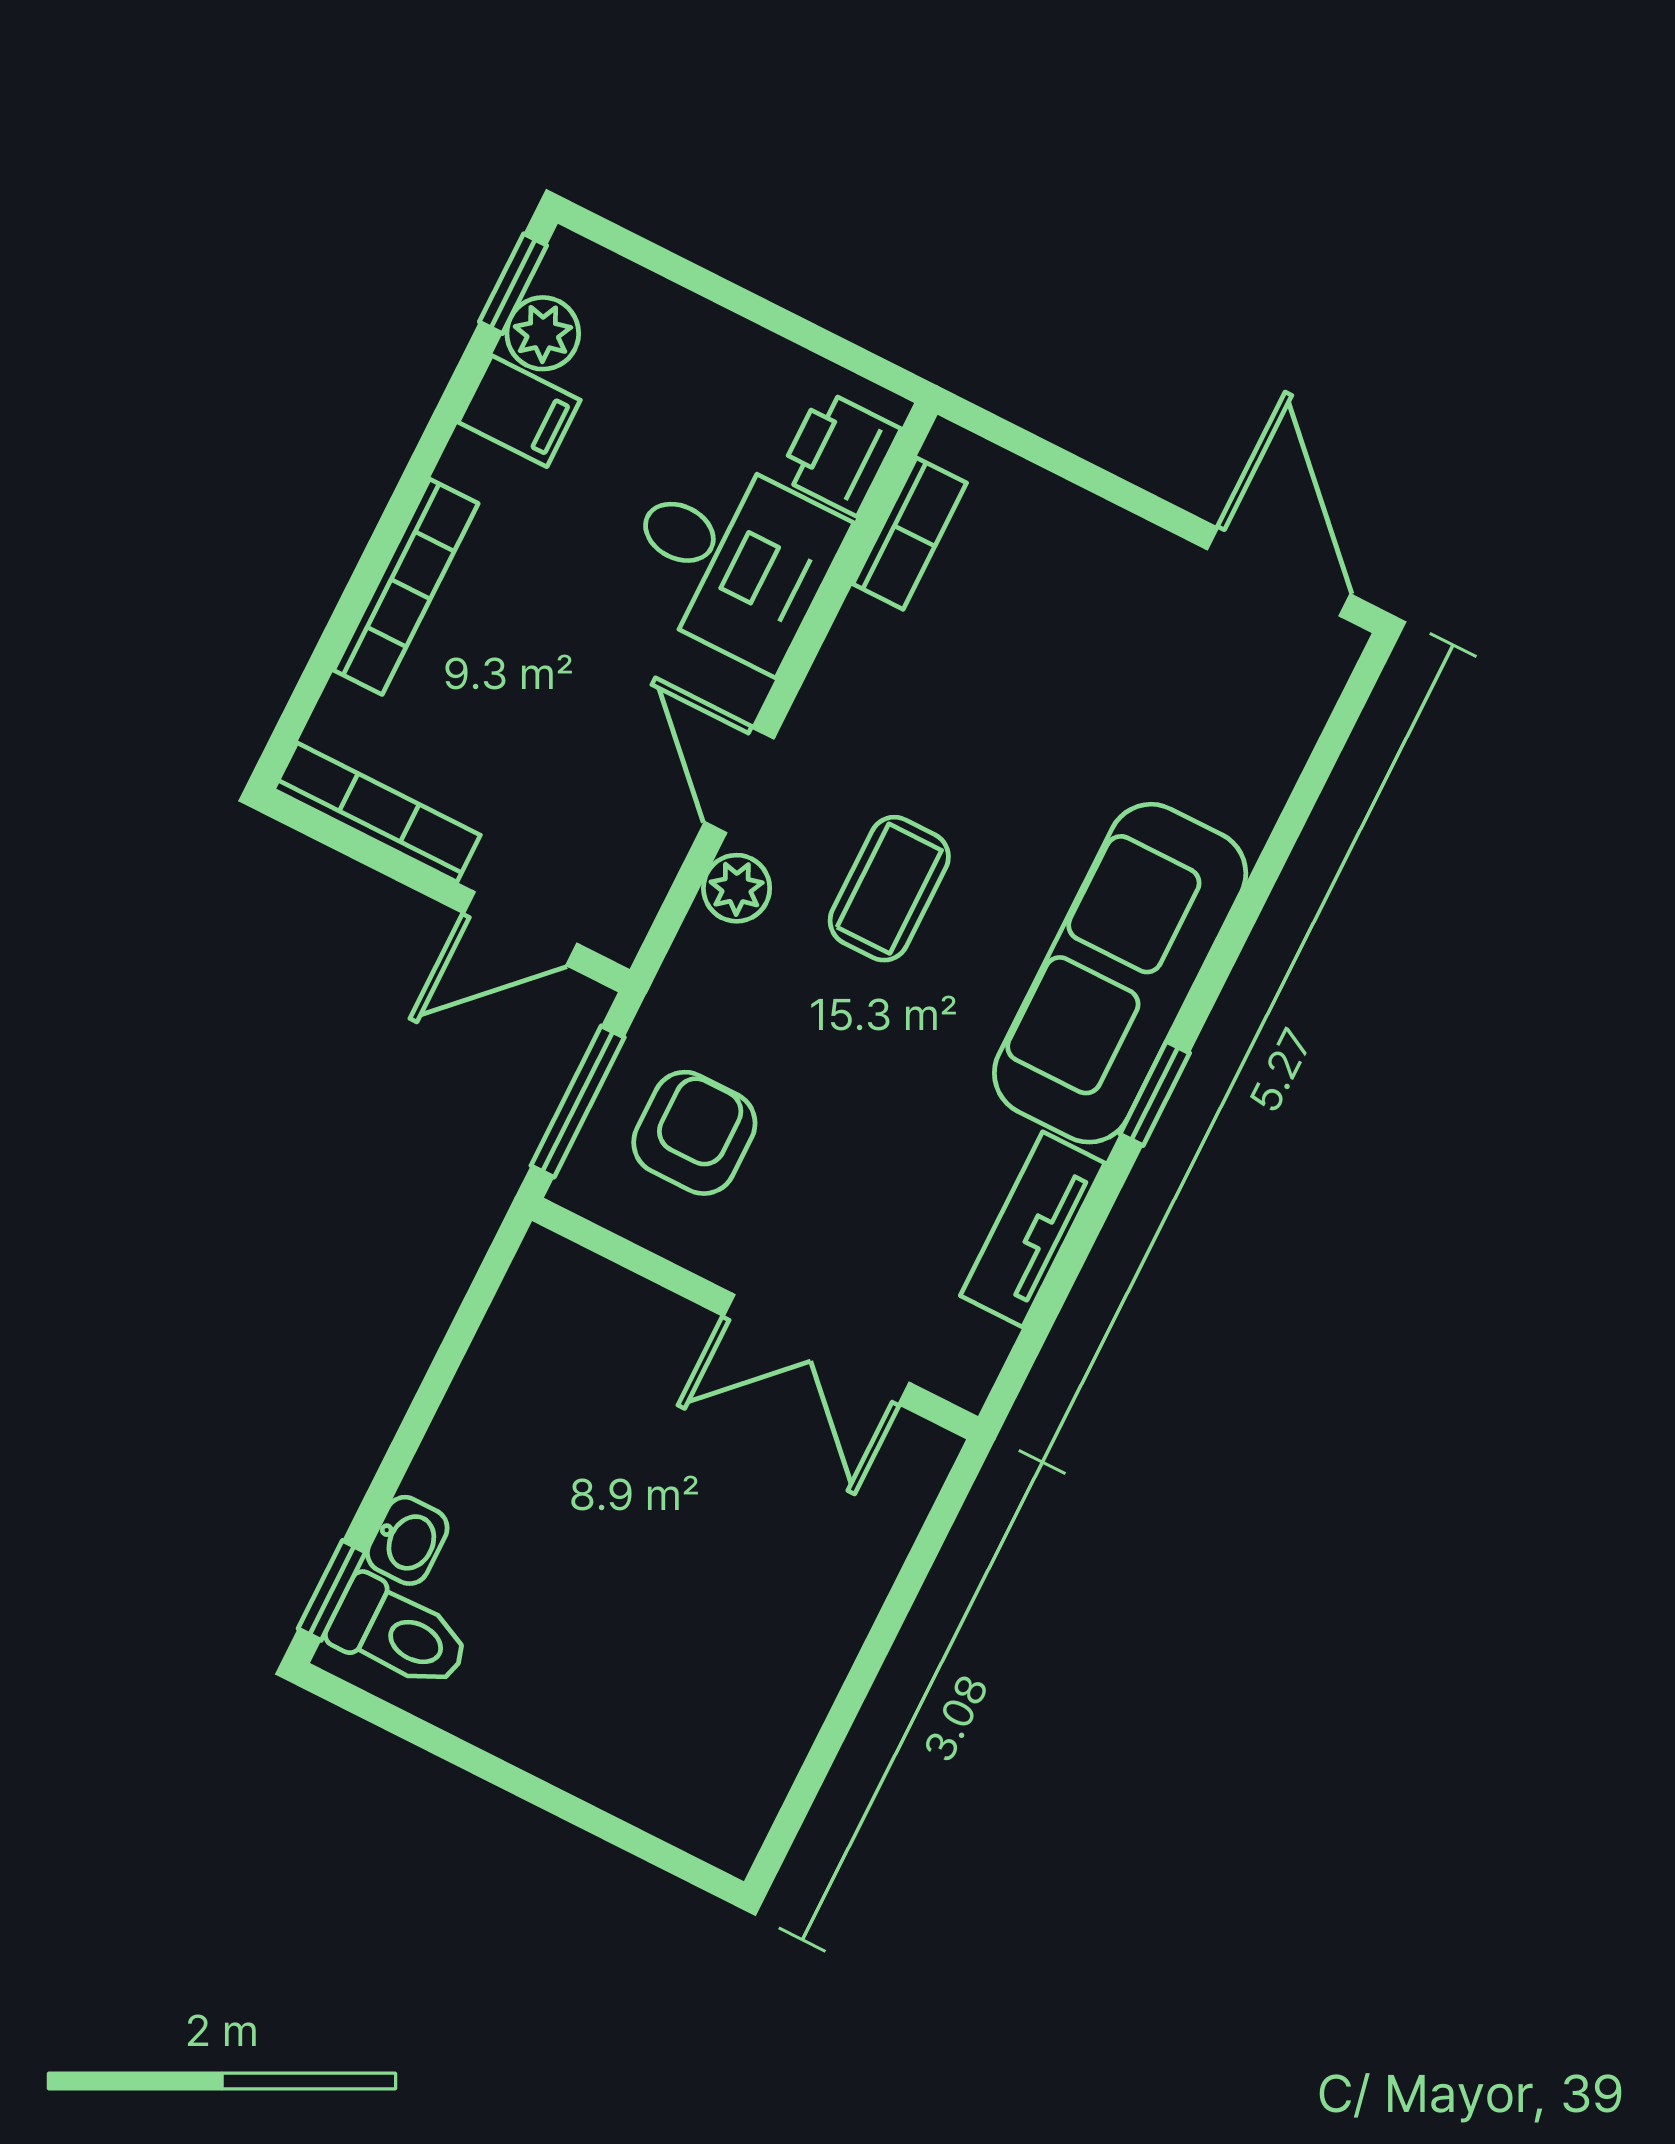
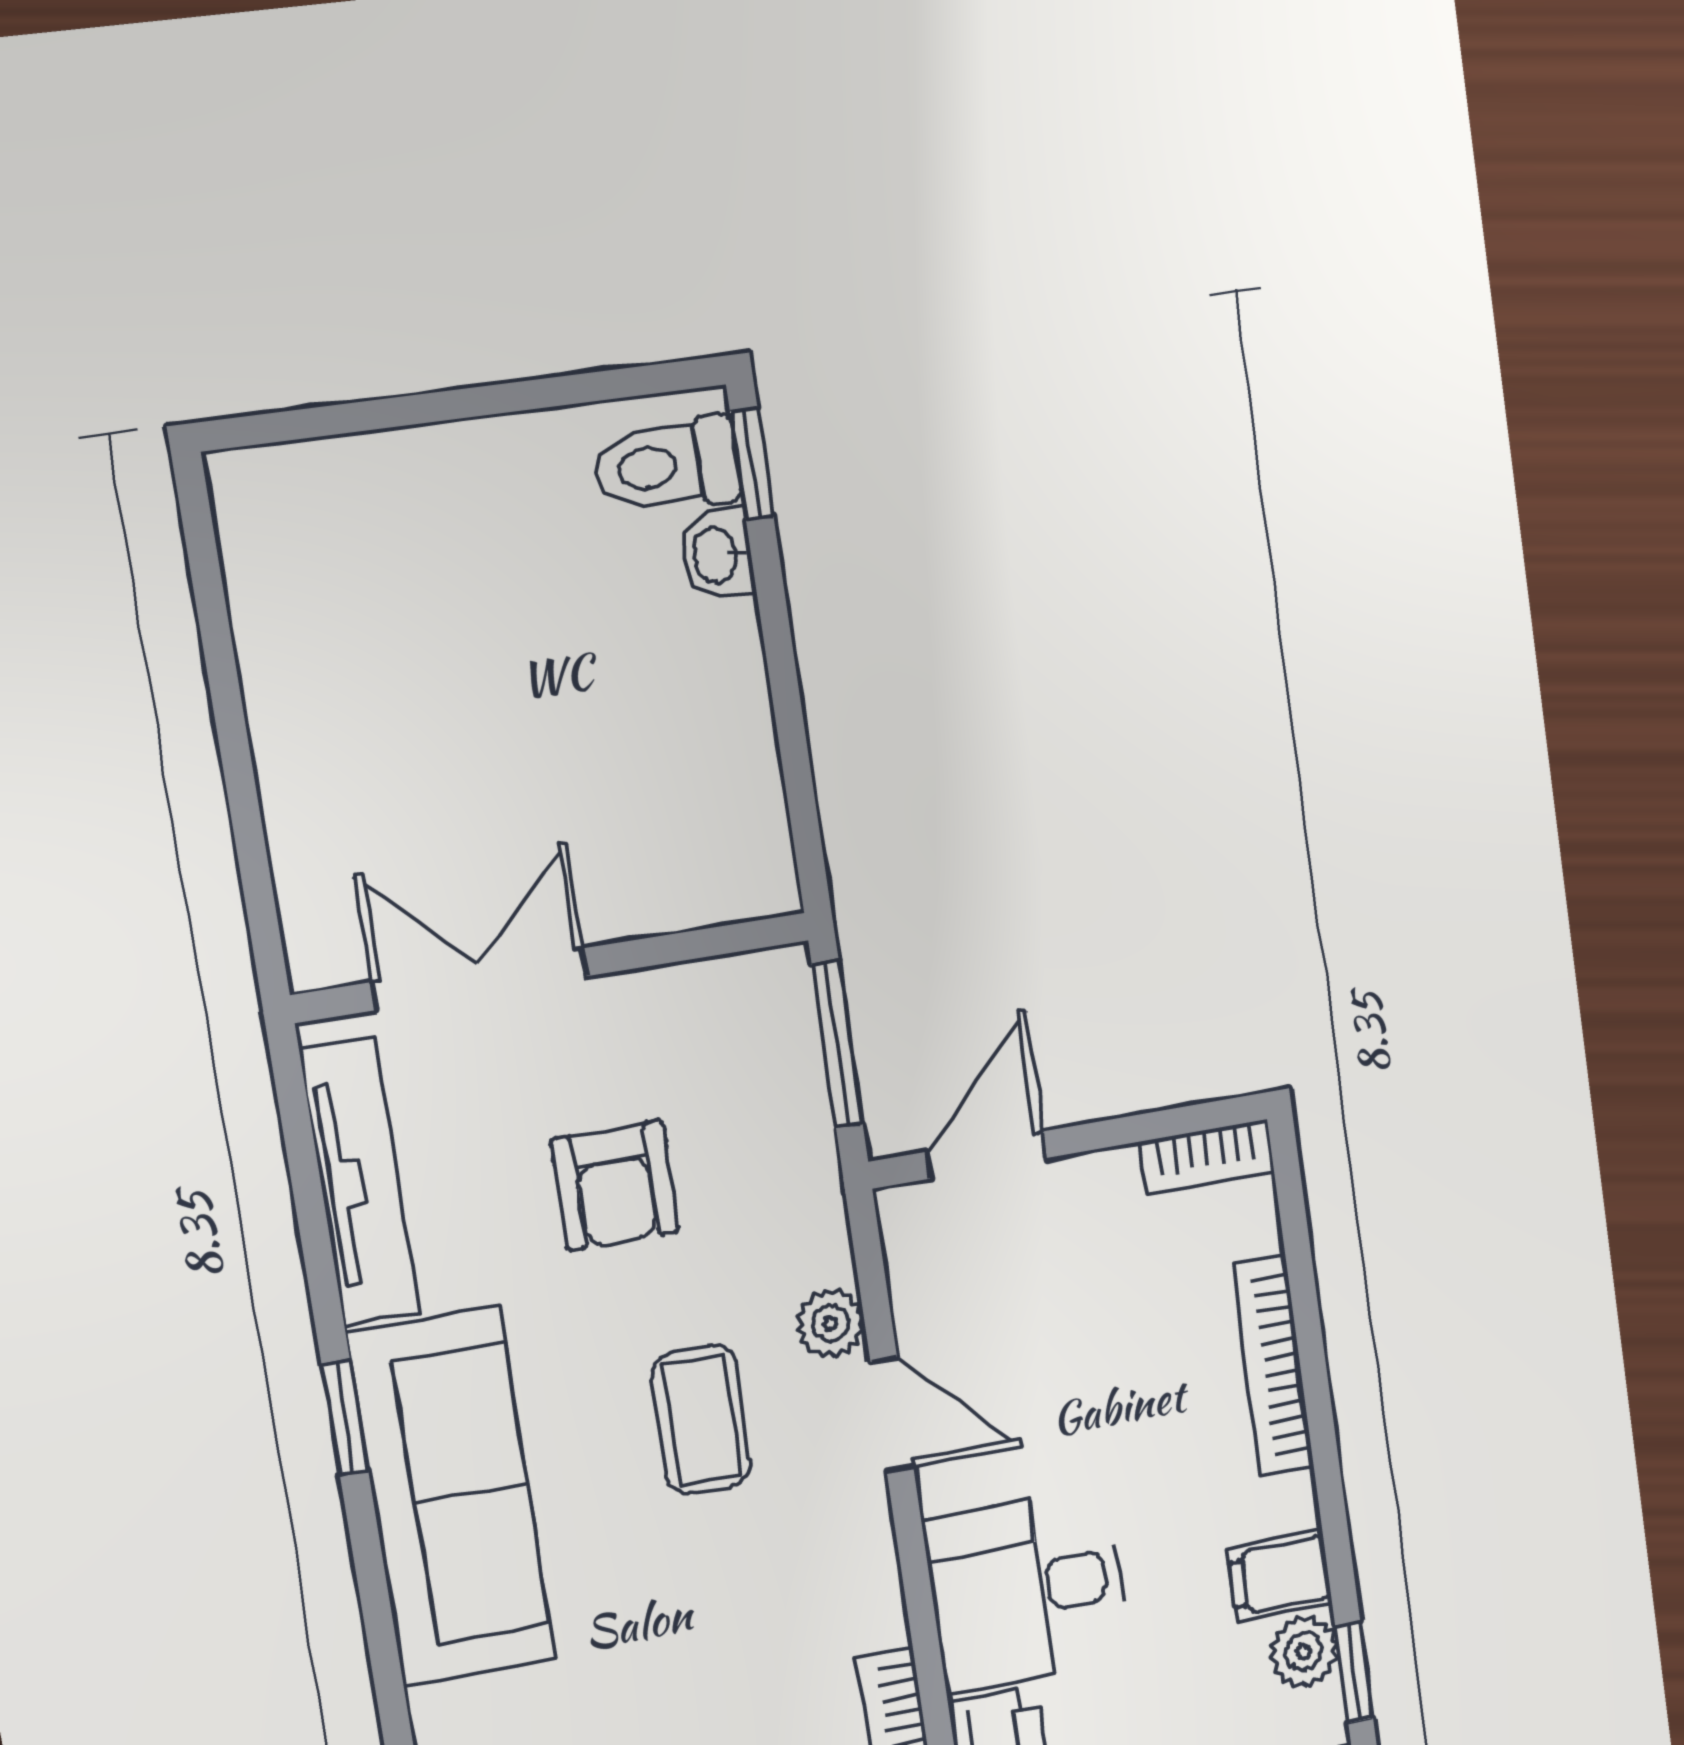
bookcase: (377, 812) -> (1207, 1157), width x0.64
armchair: (694, 1133) -> (615, 1186), moved
tv unit: (1033, 1229) -> (359, 1182), width x1.41

